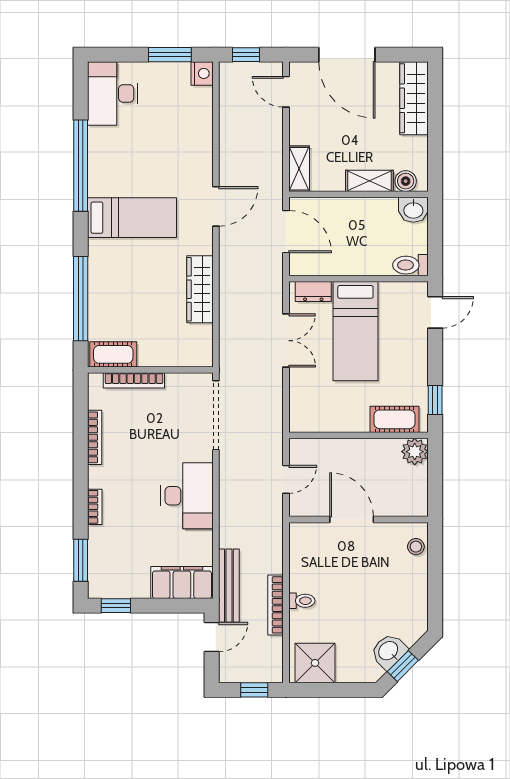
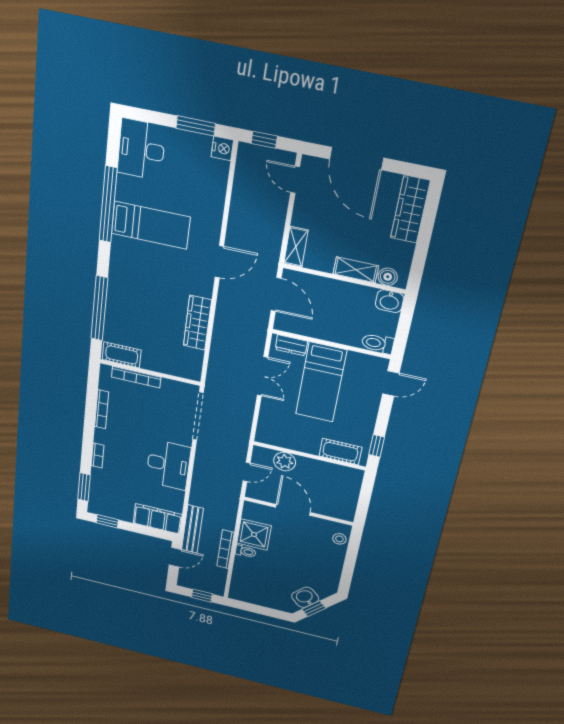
bed: (132, 218) -> (151, 225), moved
plant: (415, 452) -> (285, 462), moved
shower: (315, 663) -> (254, 534), moved

